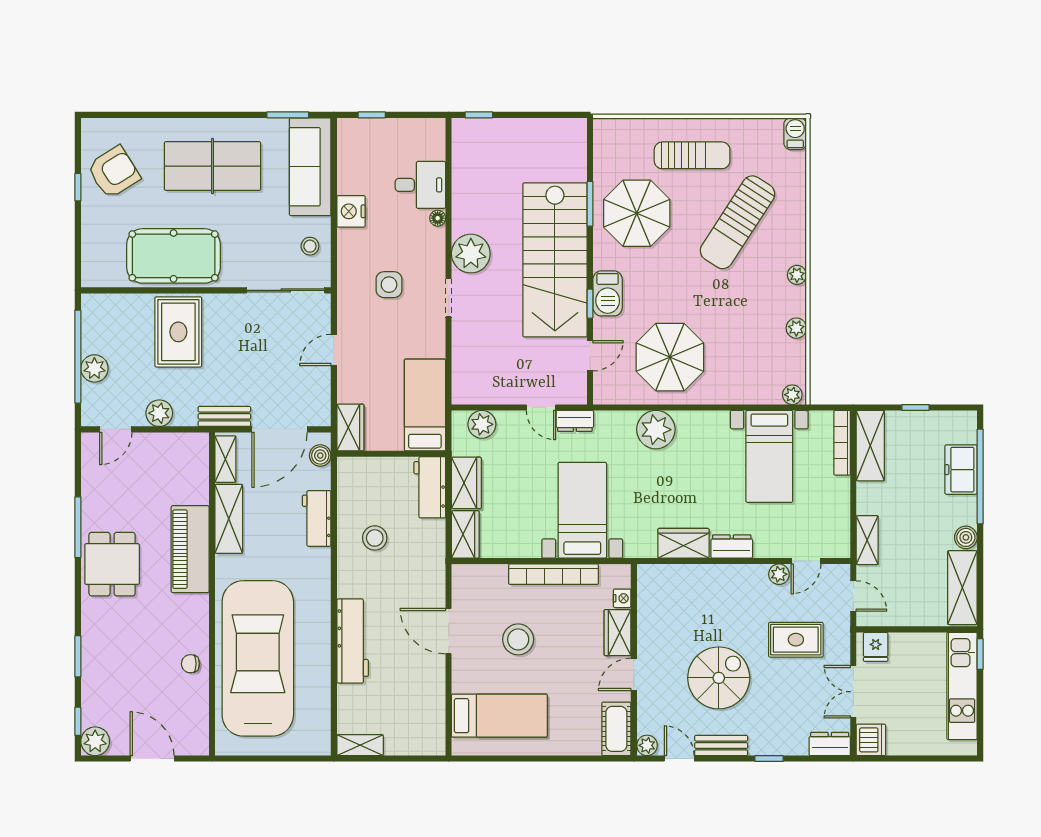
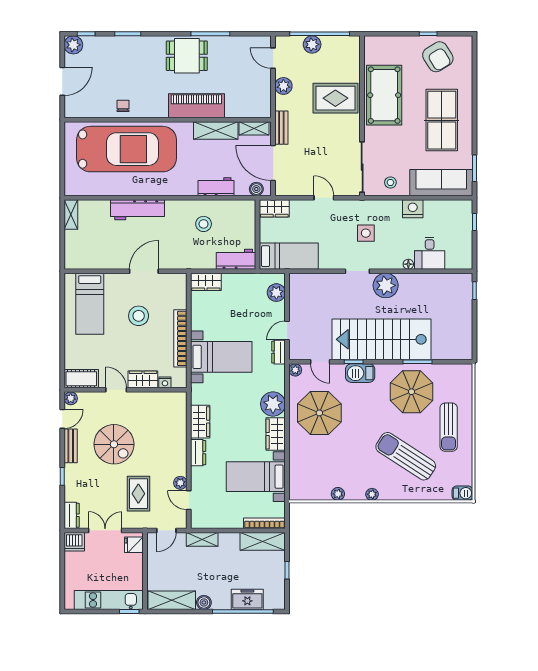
plant: (792, 395) -> (295, 370), moved
wardrobe: (466, 483) -> (276, 434), moved, turned 90

